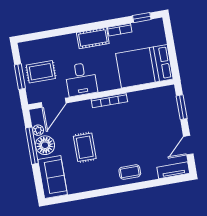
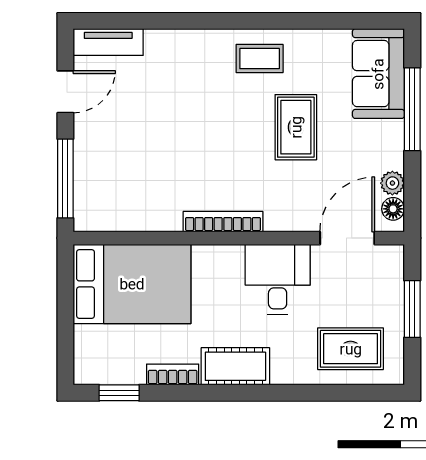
rug: (41, 72) -> (351, 349), moved
window: (182, 107) -> (65, 179), width x1.44
floor lamp: (45, 145) -> (393, 209), moved, width x0.53, depth x0.53
window: (32, 146) -> (412, 109), moved
coffee table: (130, 172) -> (260, 59), moved

